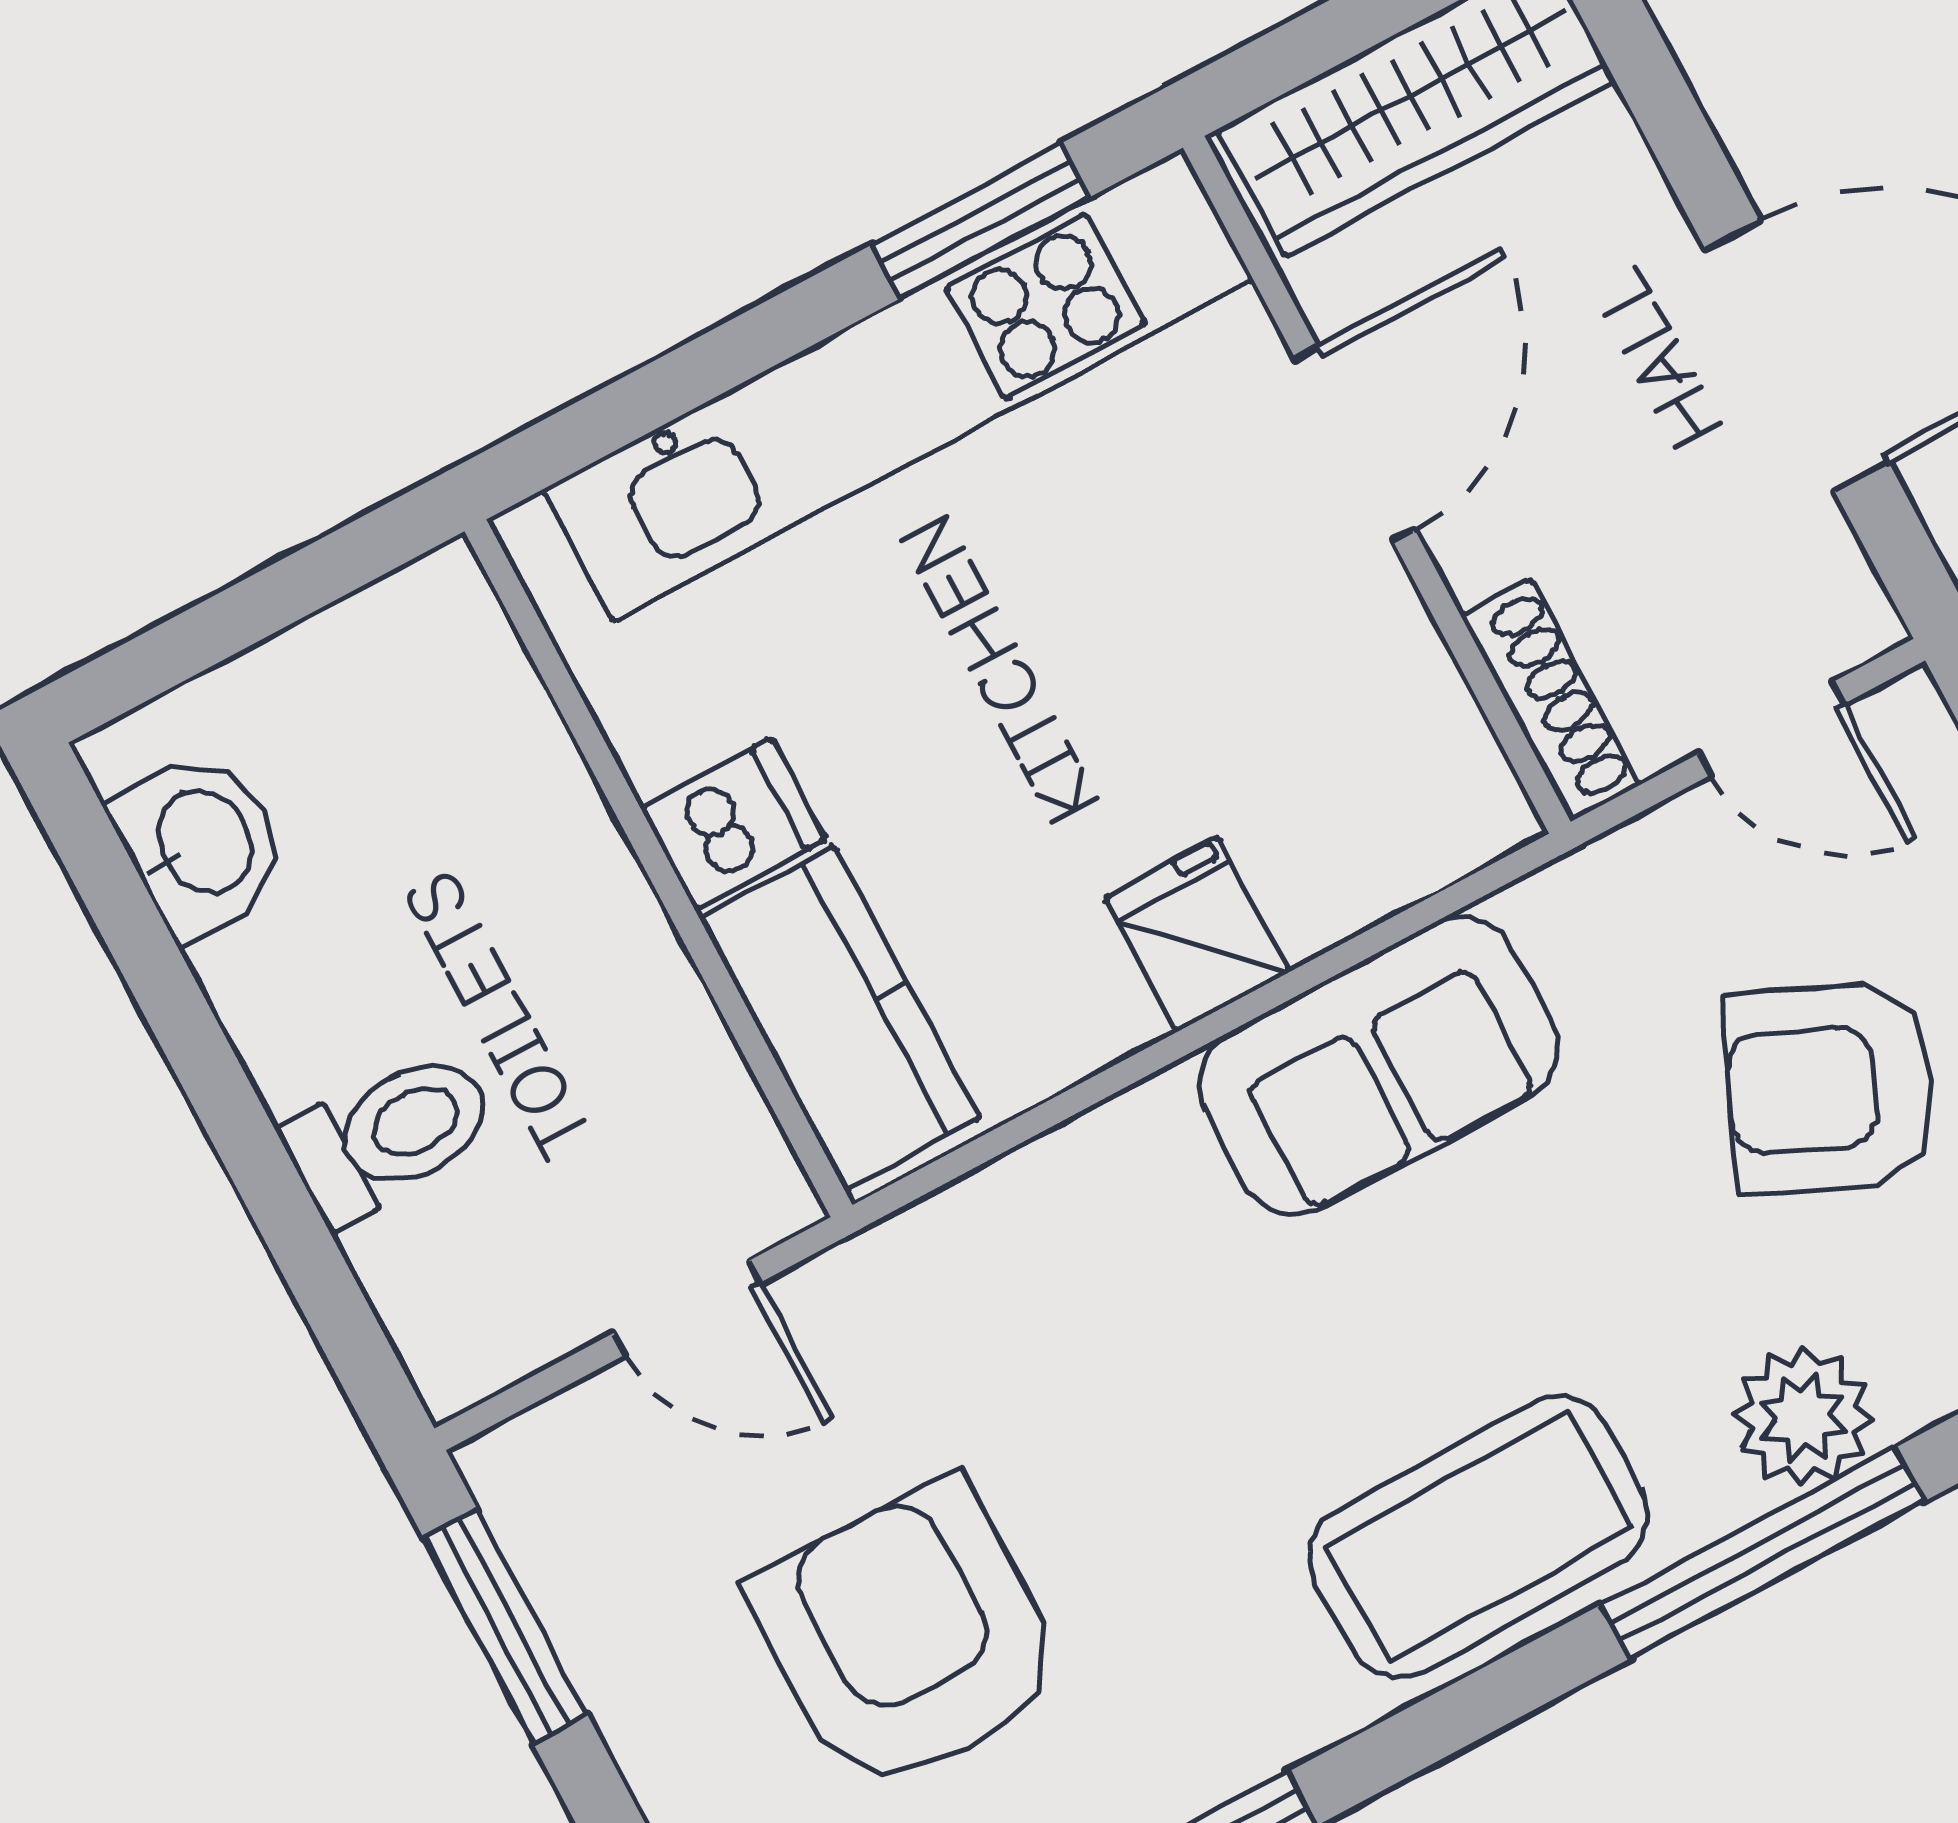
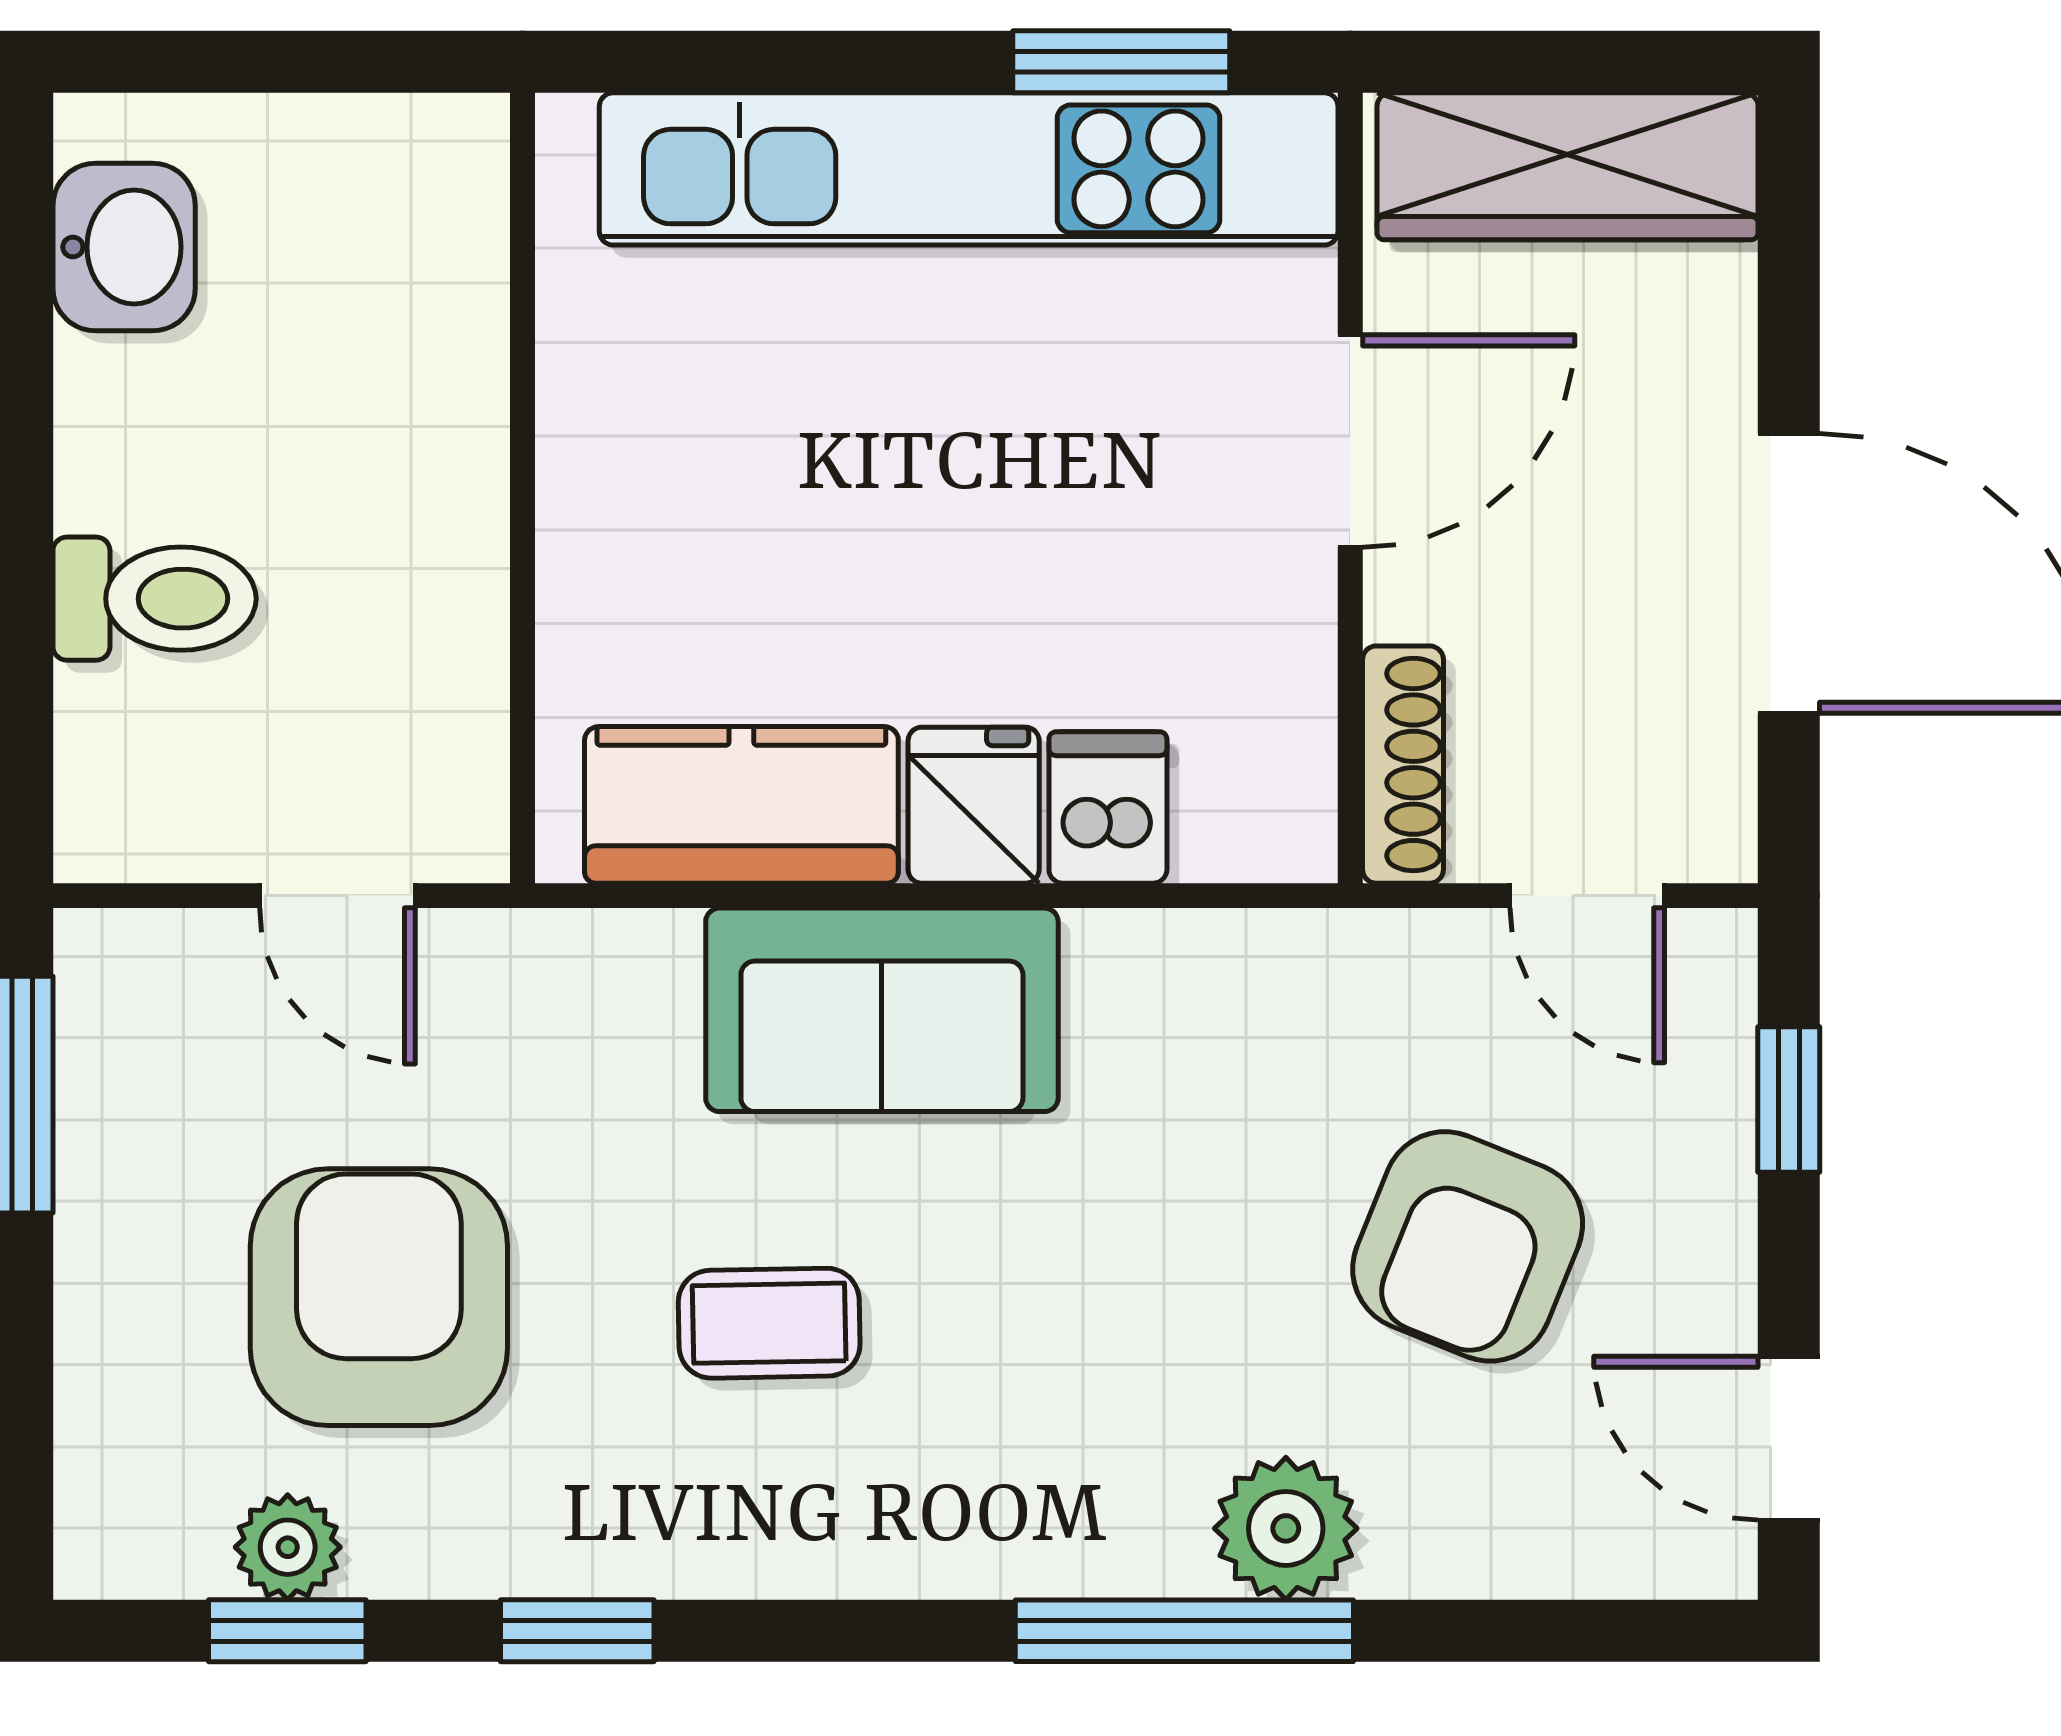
dishwasher: (733, 824) -> (1108, 807), moved, turned -90
kitchen counter: (840, 1018) -> (741, 805), moved, turned -90
sofa: (1379, 1066) -> (882, 1010), moved
armchair: (1830, 1088) -> (1468, 1246), turned -92
coffee table: (1479, 1537) -> (769, 1323), moved, width x0.54, depth x0.58

